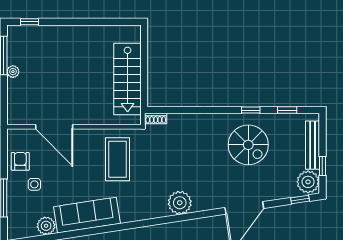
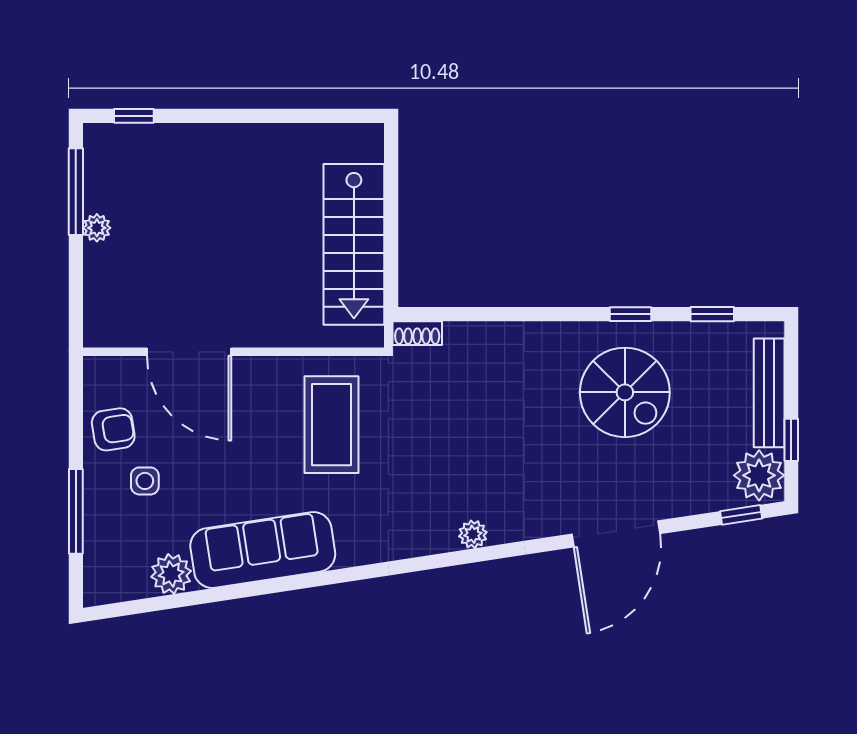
armchair: (20, 161) -> (113, 429), turned 81
plant: (180, 203) -> (473, 534), width x0.53, depth x0.53

